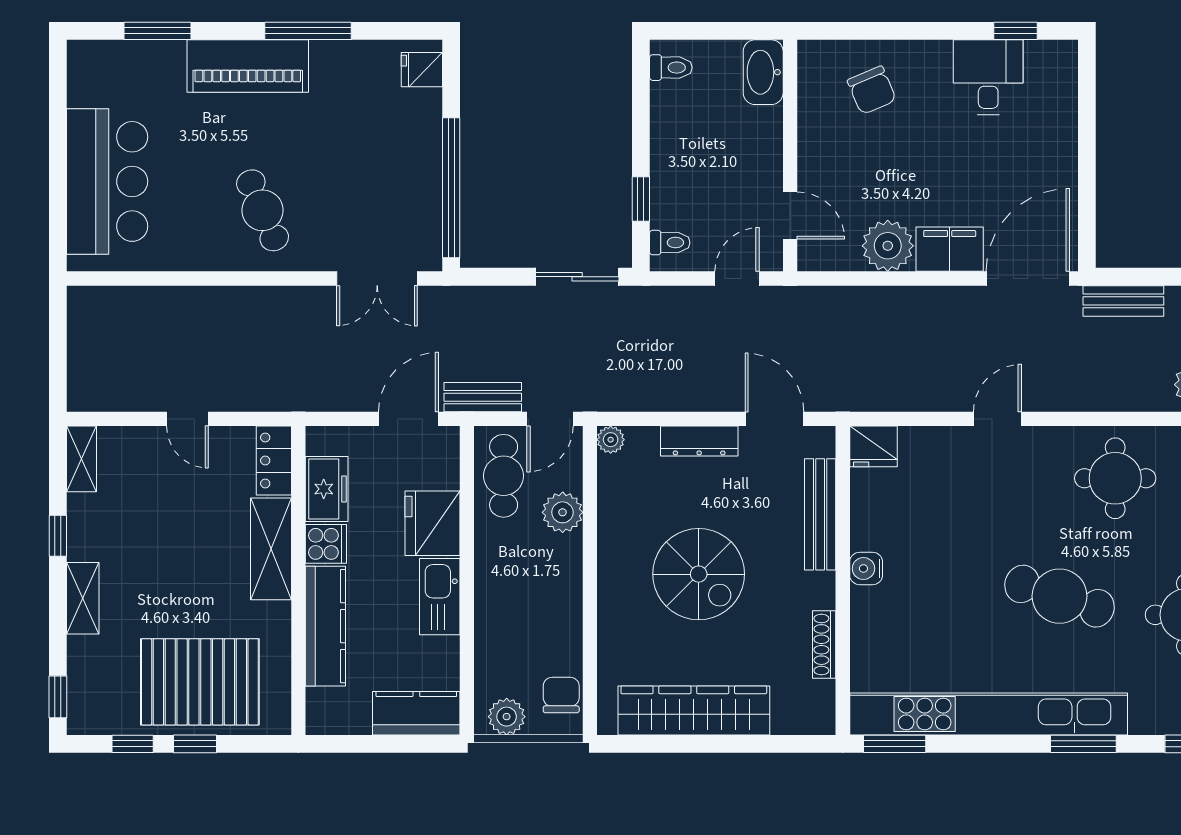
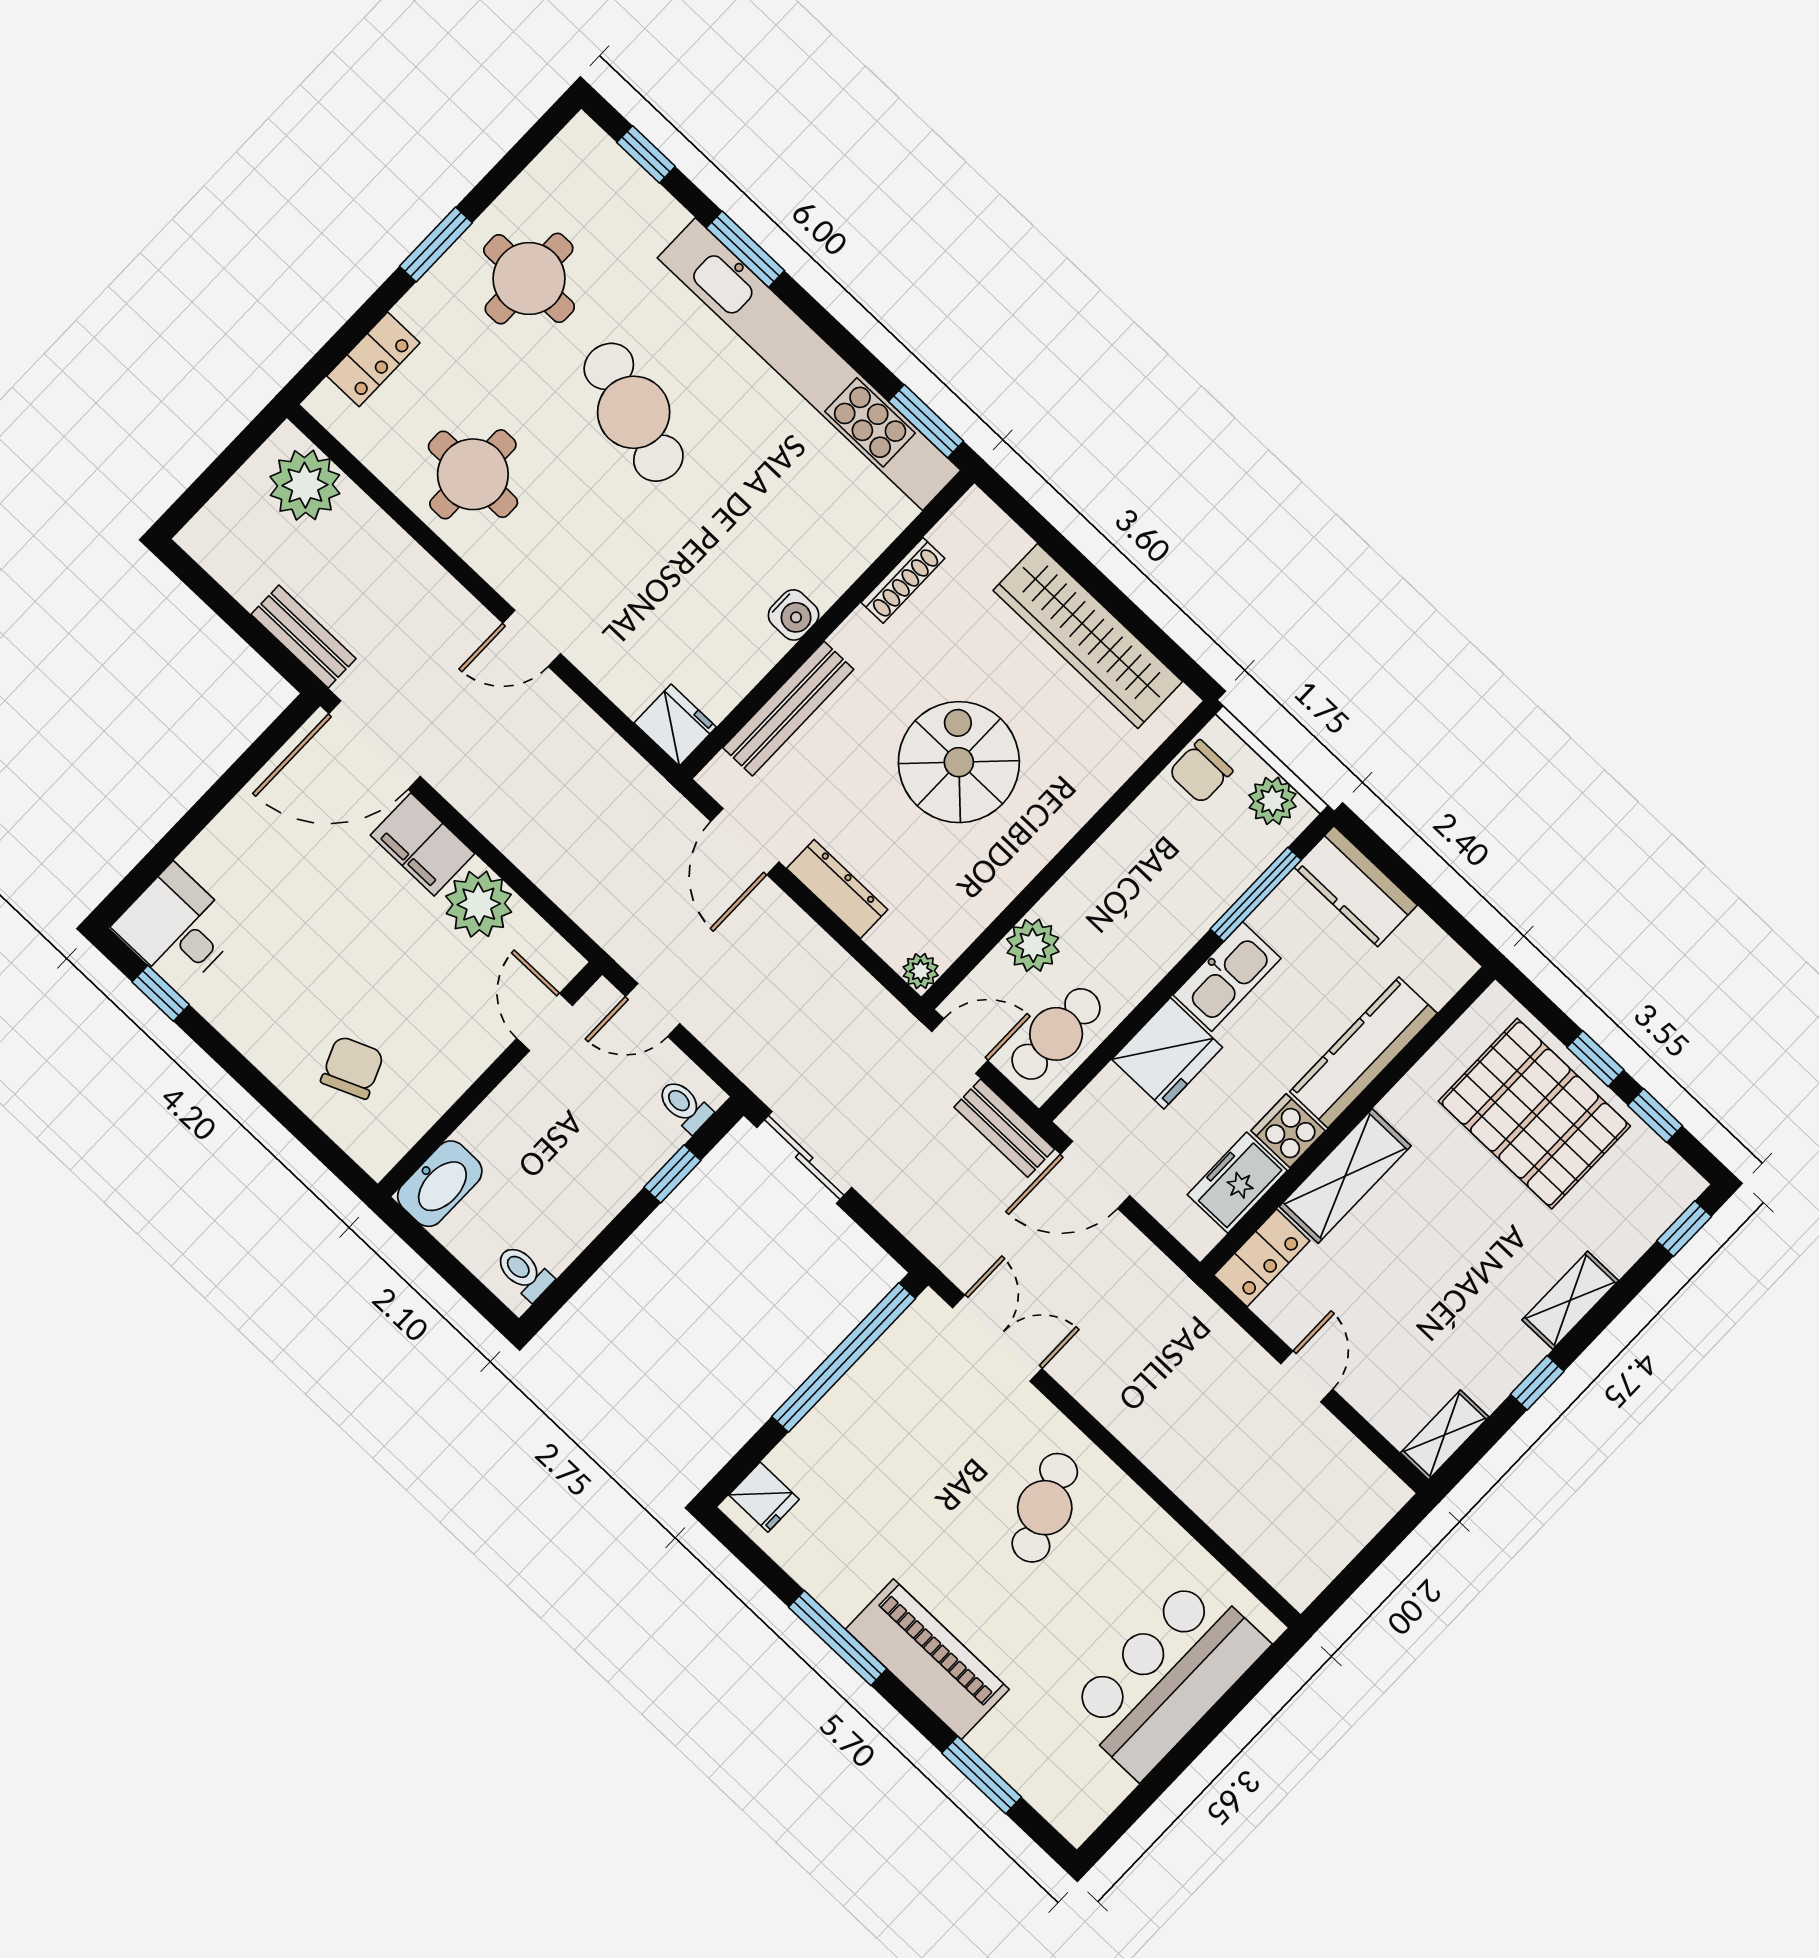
desk: (988, 77) -> (177, 928), moved, turned 90
window: (467, 657) -> (1256, 894), added

